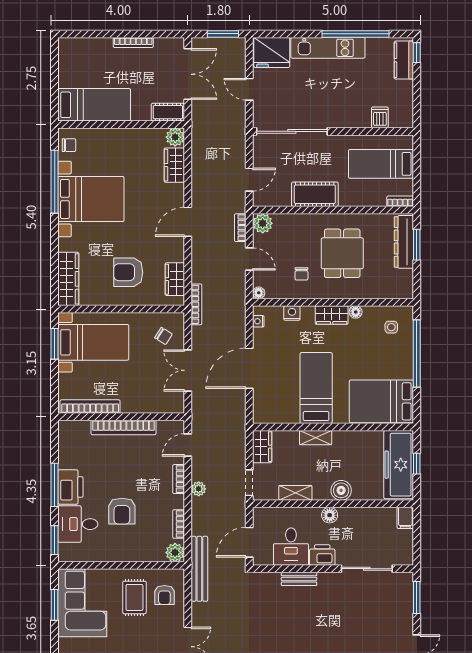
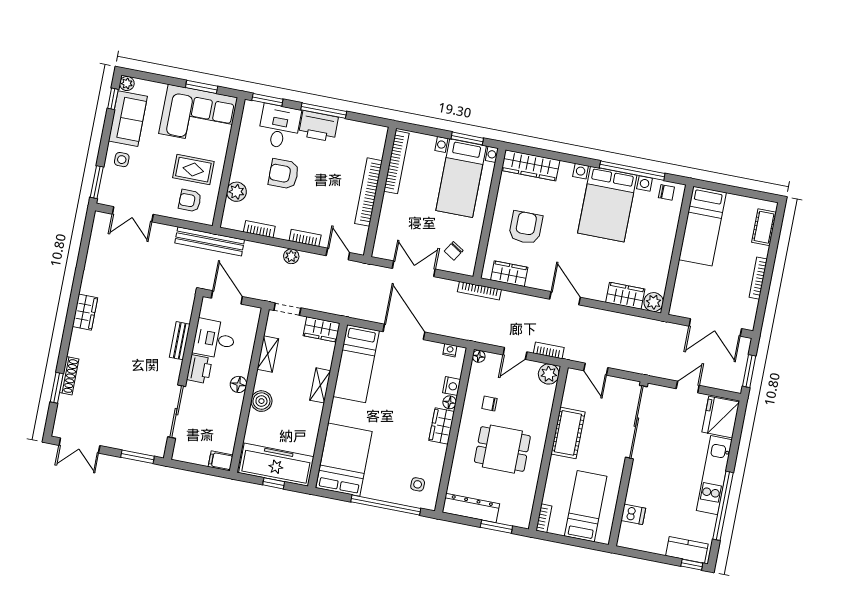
cot: (168, 112) -> (764, 227), moved
chair: (69, 145) -> (666, 192), turned -90
dresser: (404, 242) -> (471, 508), moved
floor lamp: (356, 312) -> (450, 402), moved
bed: (316, 388) -> (356, 364), moved, turned 90
plant: (175, 553) -> (236, 192), moved

